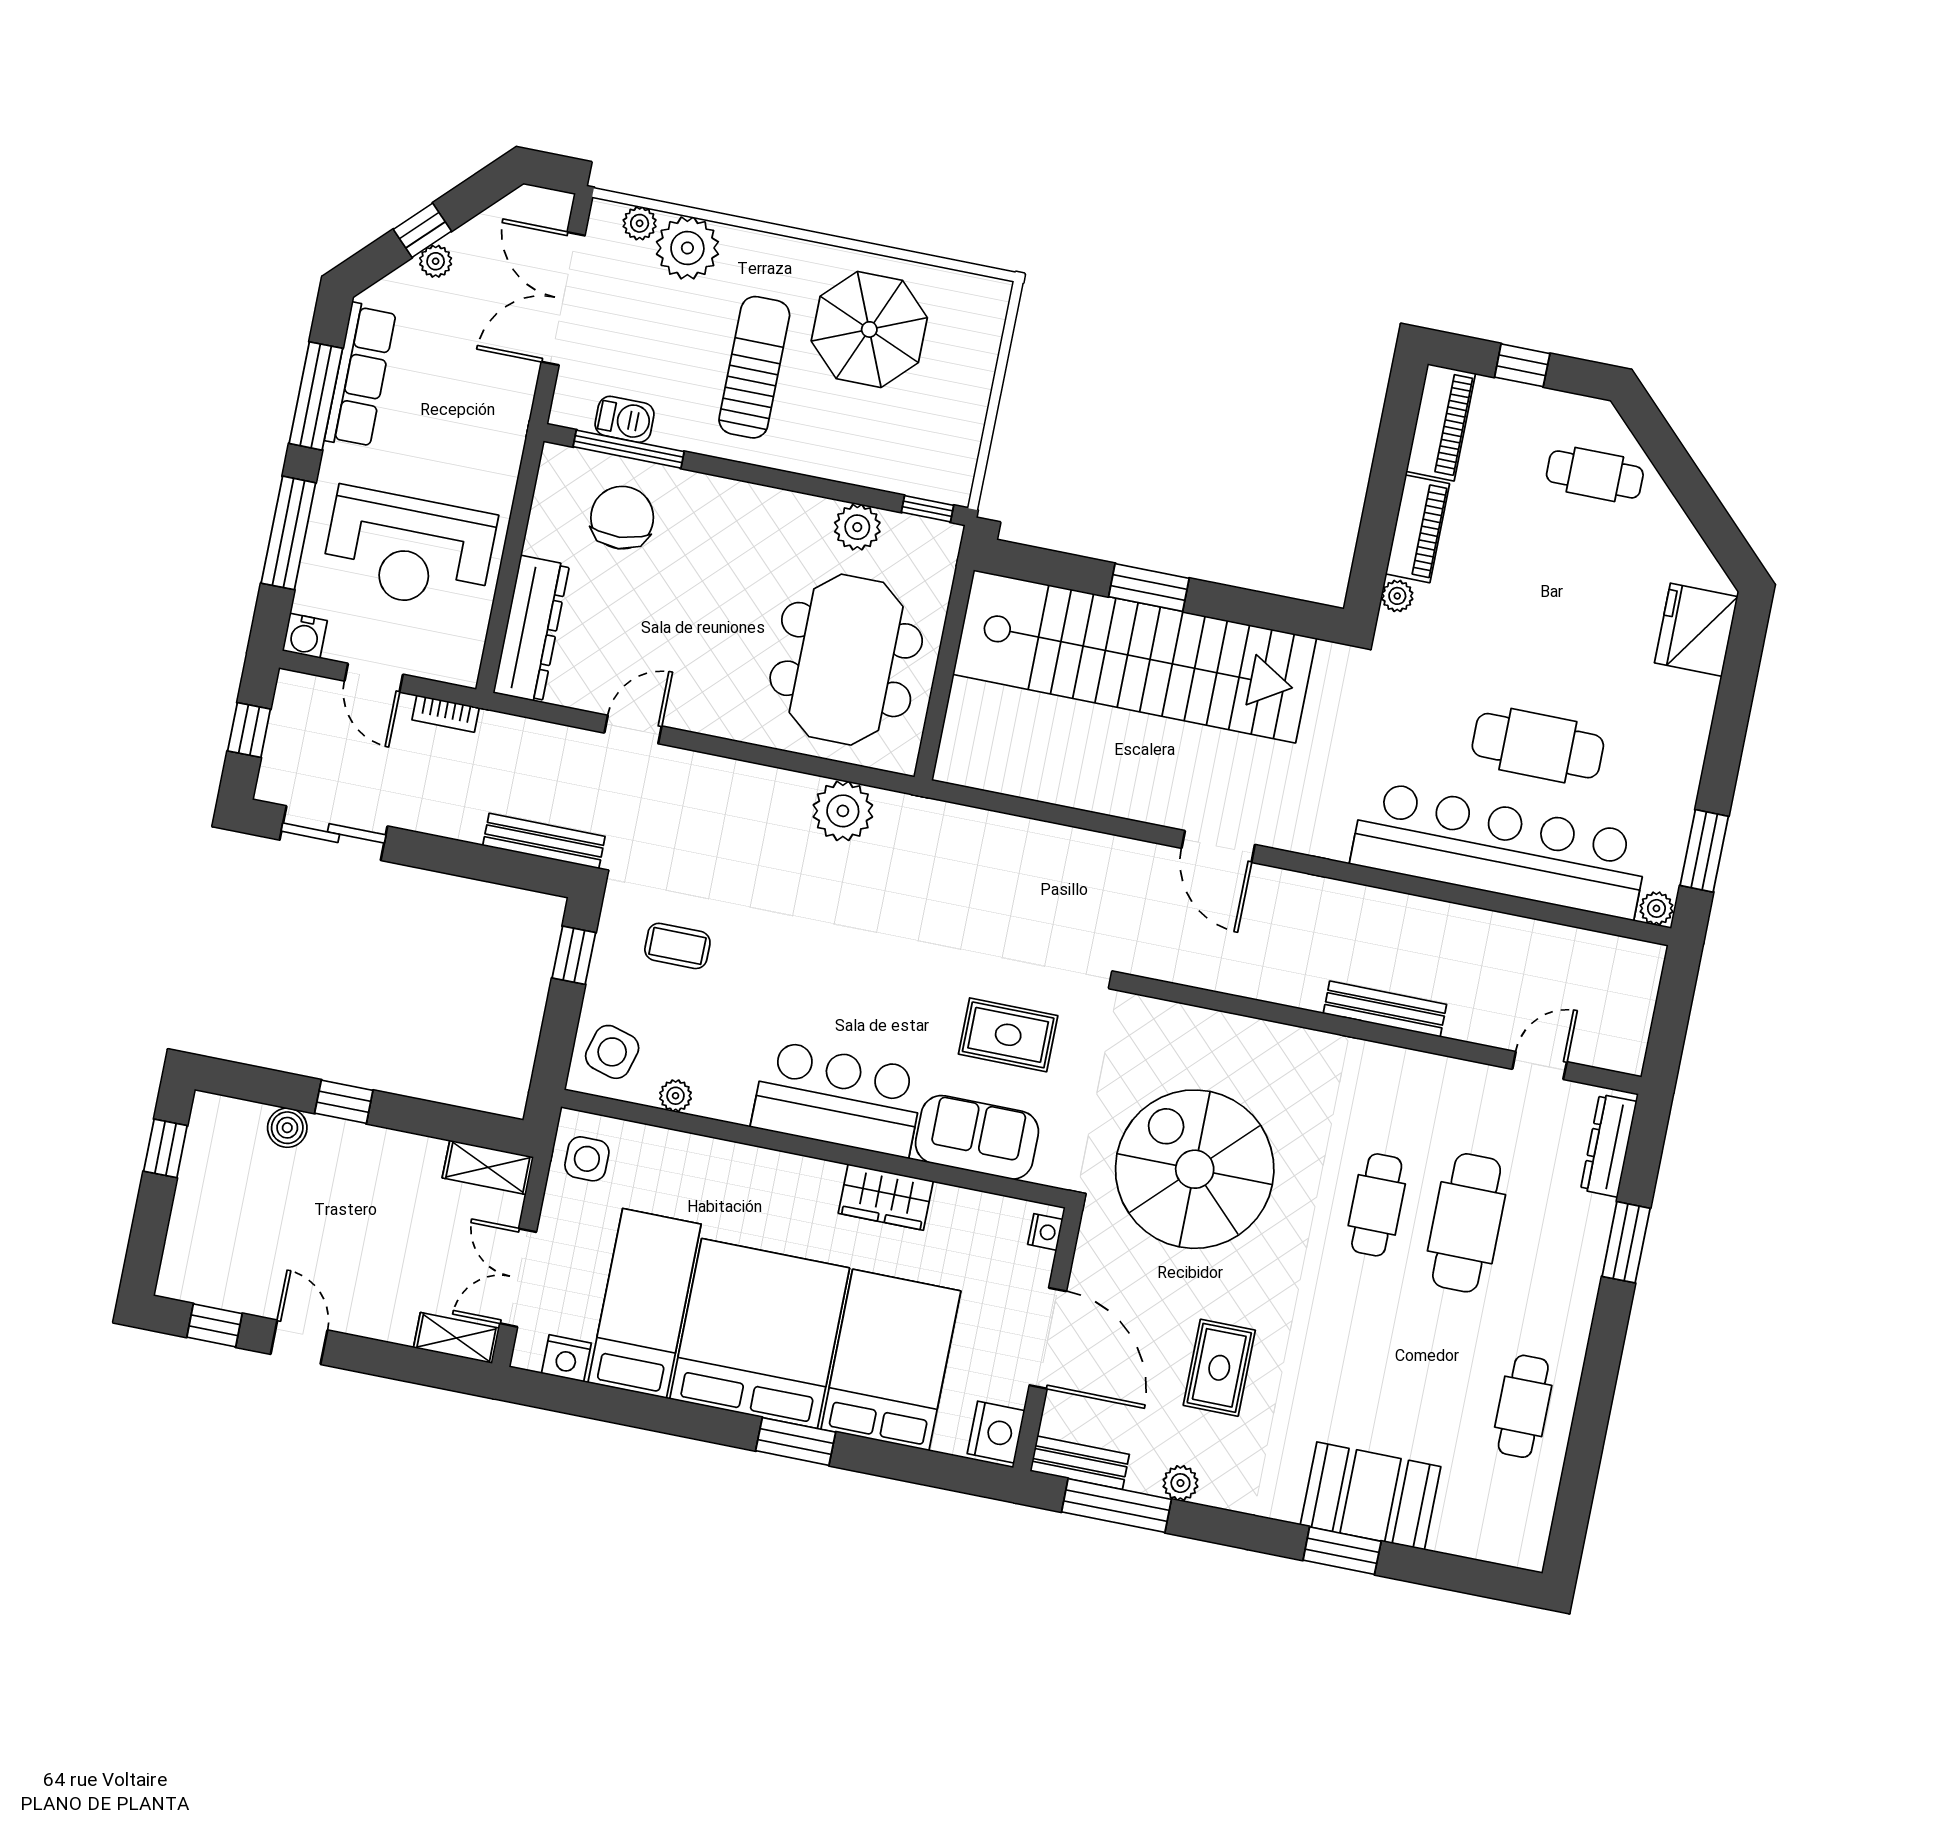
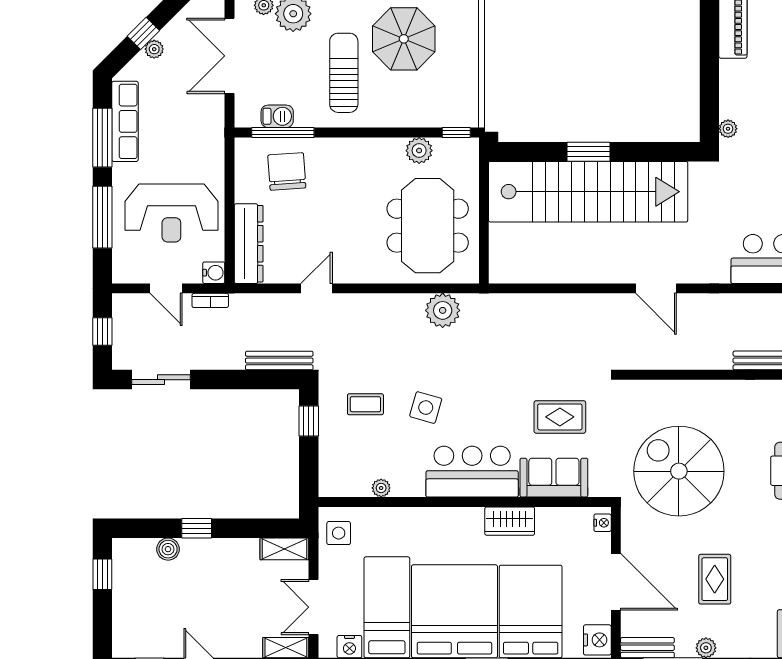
piano: (1418, 529) -> (732, 89), removed
water cooler: (305, 636) -> (214, 273), moved, turned -90
side table: (612, 1052) -> (426, 408), moved

